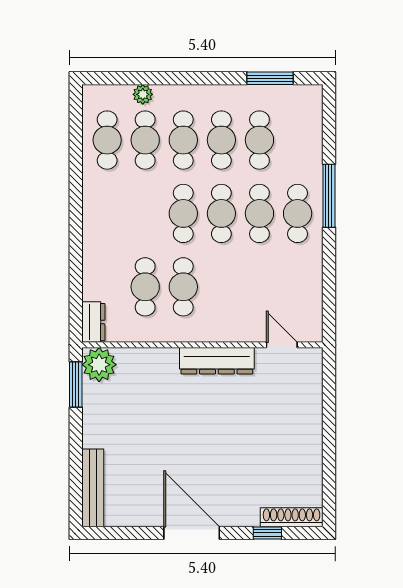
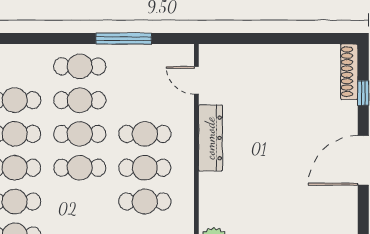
window: (329, 196) -> (124, 39), moved
cafe table: (221, 287) -> (145, 134), added
door: (282, 345) -> (196, 80), hinge flipped

